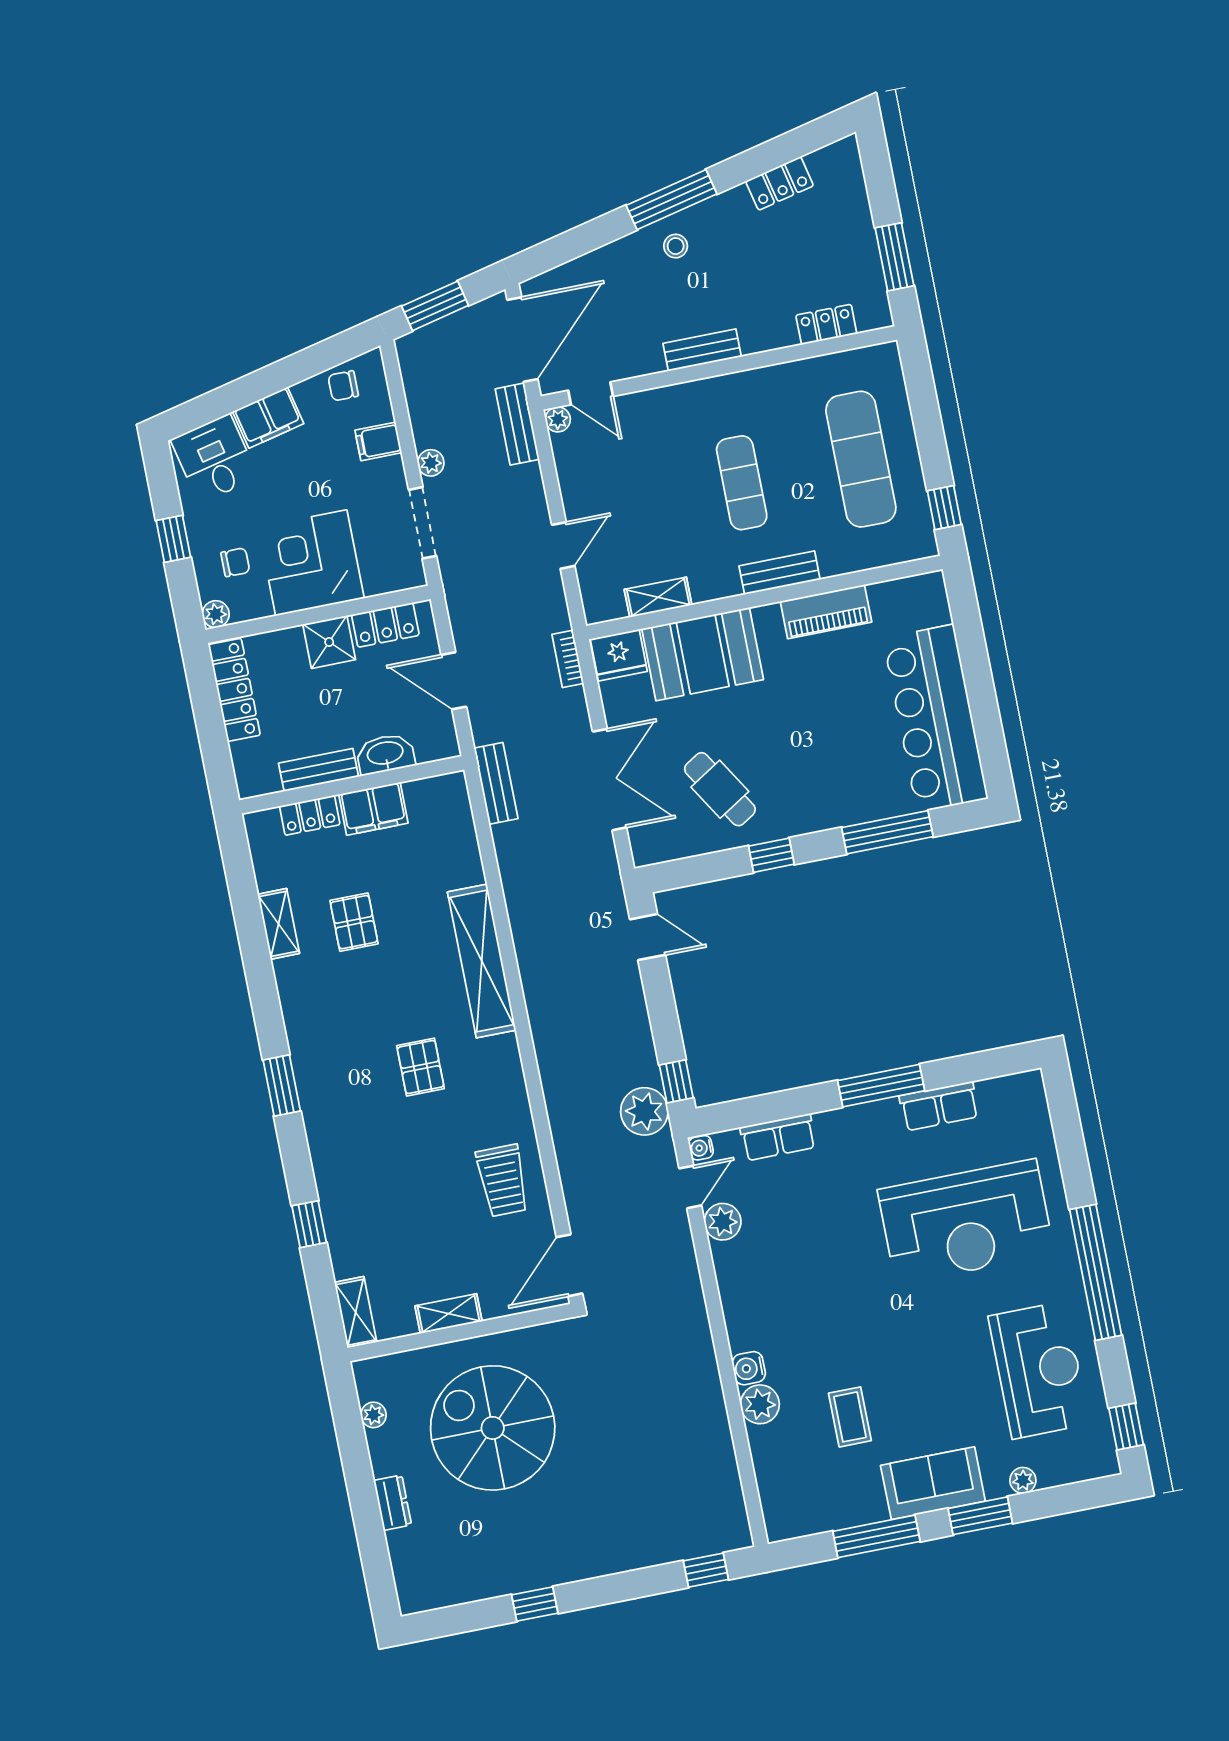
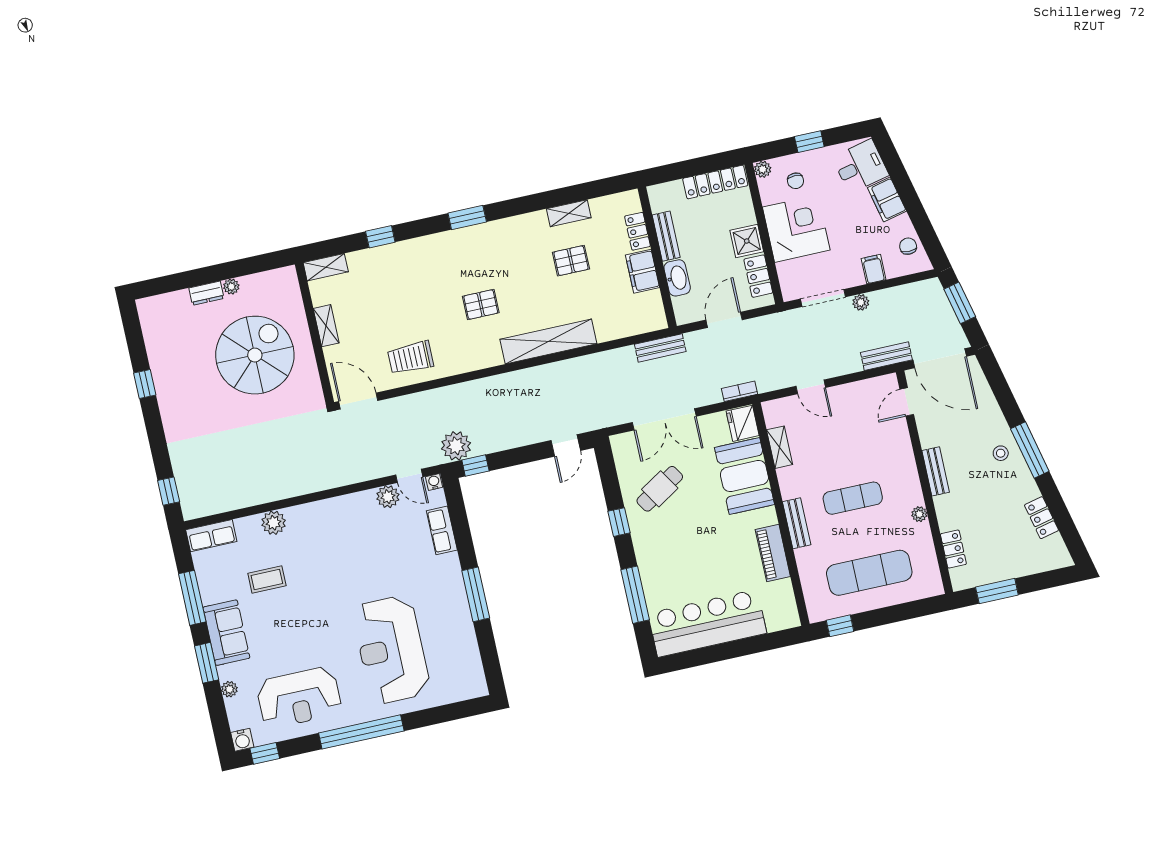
plant: (558, 419) -> (919, 514), moved
row of seats: (939, 1106) -> (211, 536), moved, turned -90
water cooler: (749, 1368) -> (242, 740), moved, turned 180
plant: (374, 1415) -> (231, 287), moved

